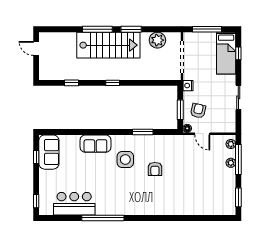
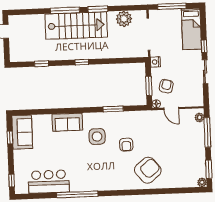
window: (238, 53) -> (204, 46), moved
plant: (231, 163) -> (202, 182), moved
armchair: (176, 196) -> (148, 170), added

